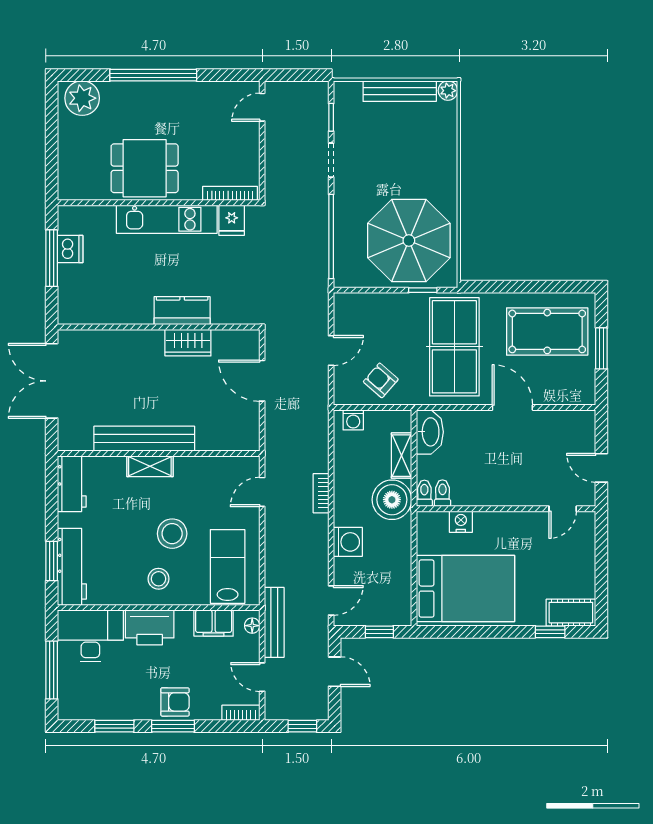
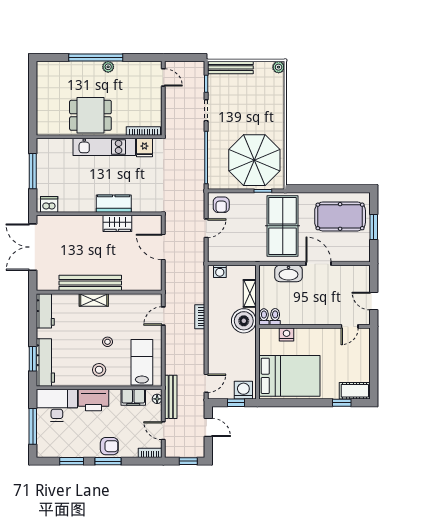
bench: (400, 91) -> (230, 67), moved
plant: (82, 98) -> (108, 67), moved, width x0.53, depth x0.53
door: (262, 107) -> (163, 77), swing flipped
dishwasher: (70, 249) -> (49, 204), moved, turned -90
armchair: (381, 380) -> (221, 205), moved, turned -131
washbasin: (430, 432) -> (289, 273), moved, turned 90
stool: (172, 534) -> (108, 342), width x0.53, depth x0.53
washing machine: (348, 542) -> (243, 390), moved, turned -90

